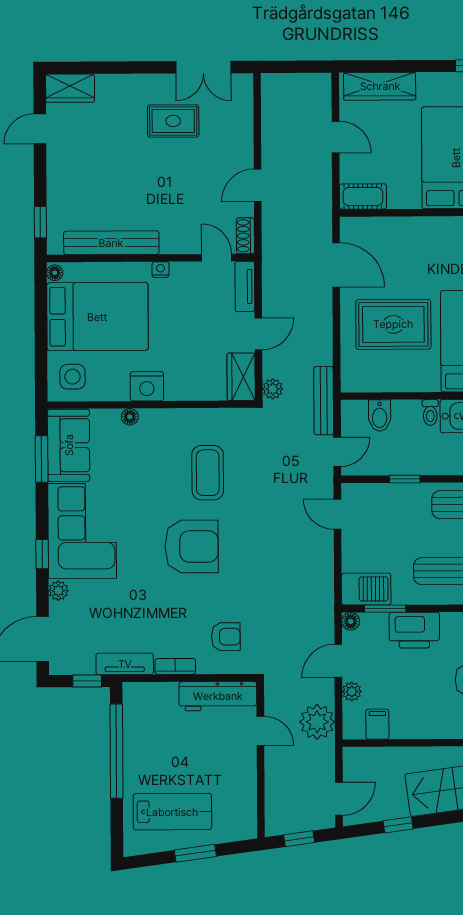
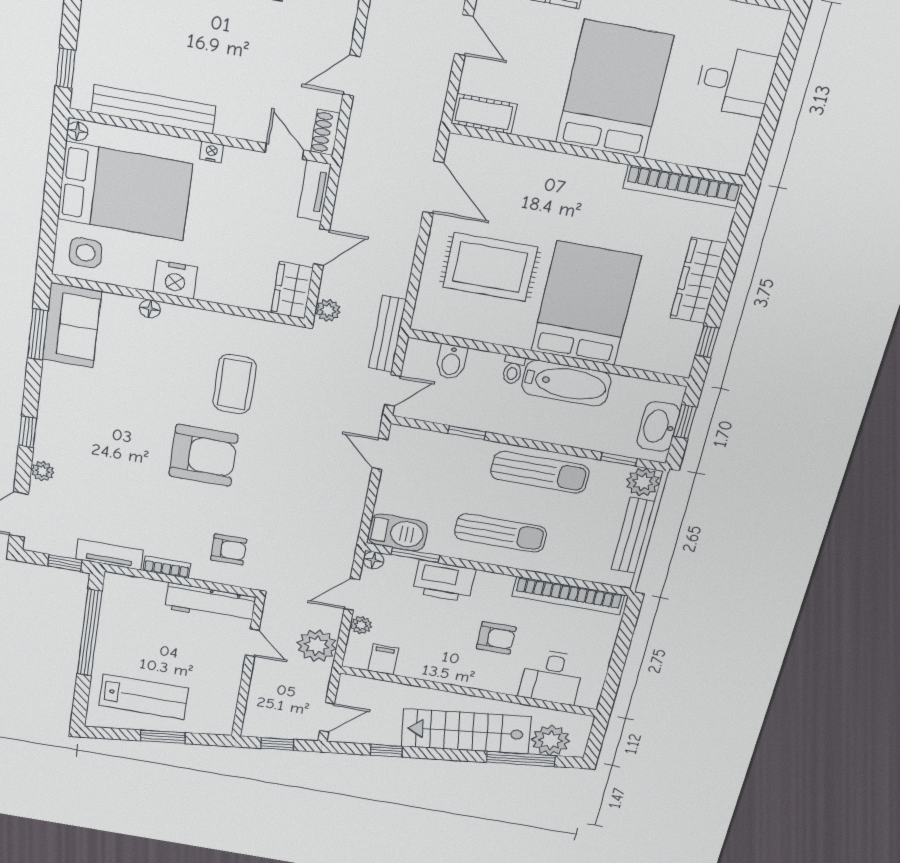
corner sofa: (82, 531) -> (77, 417), removed

